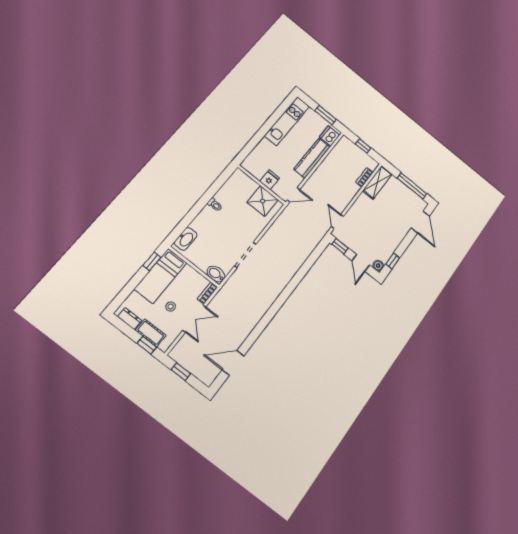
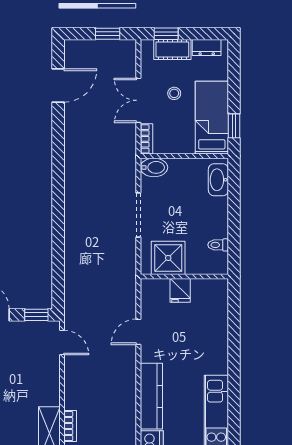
fridge: (270, 180) -> (180, 290), moved
wall: (262, 185) -> (184, 277), moved
shower: (263, 201) -> (168, 258), moved

